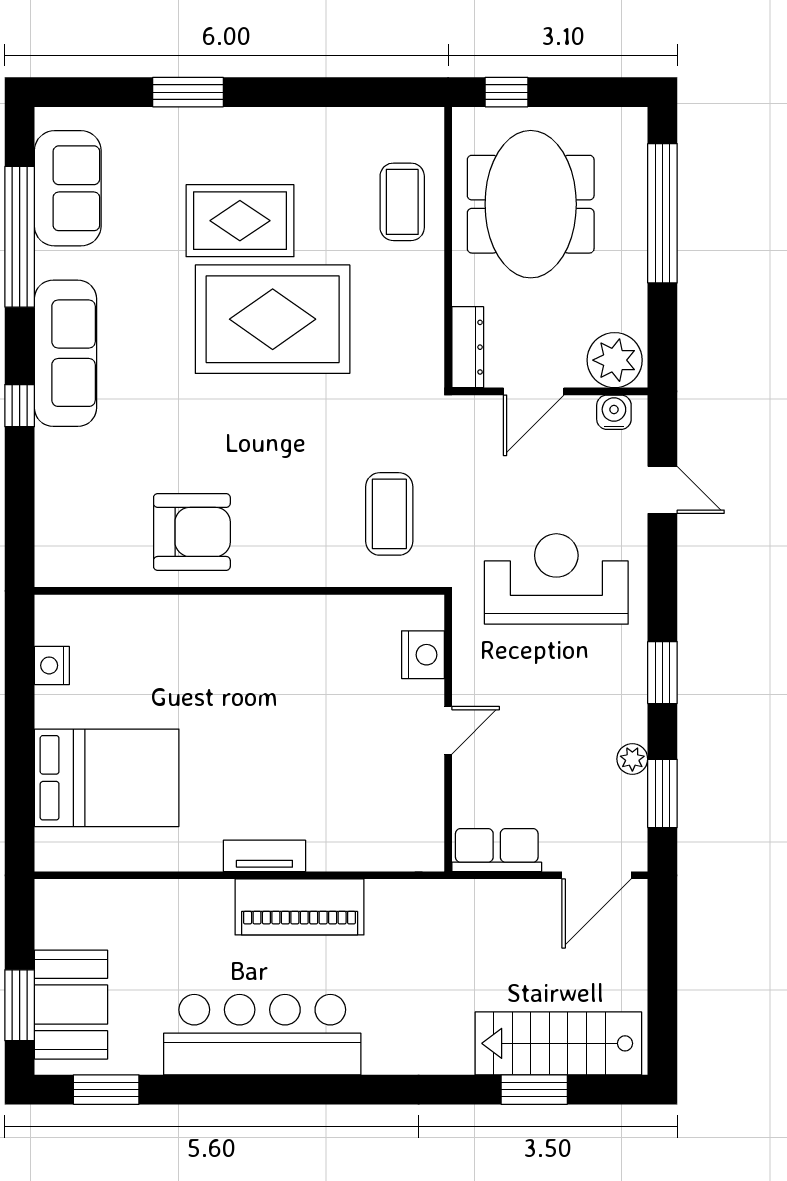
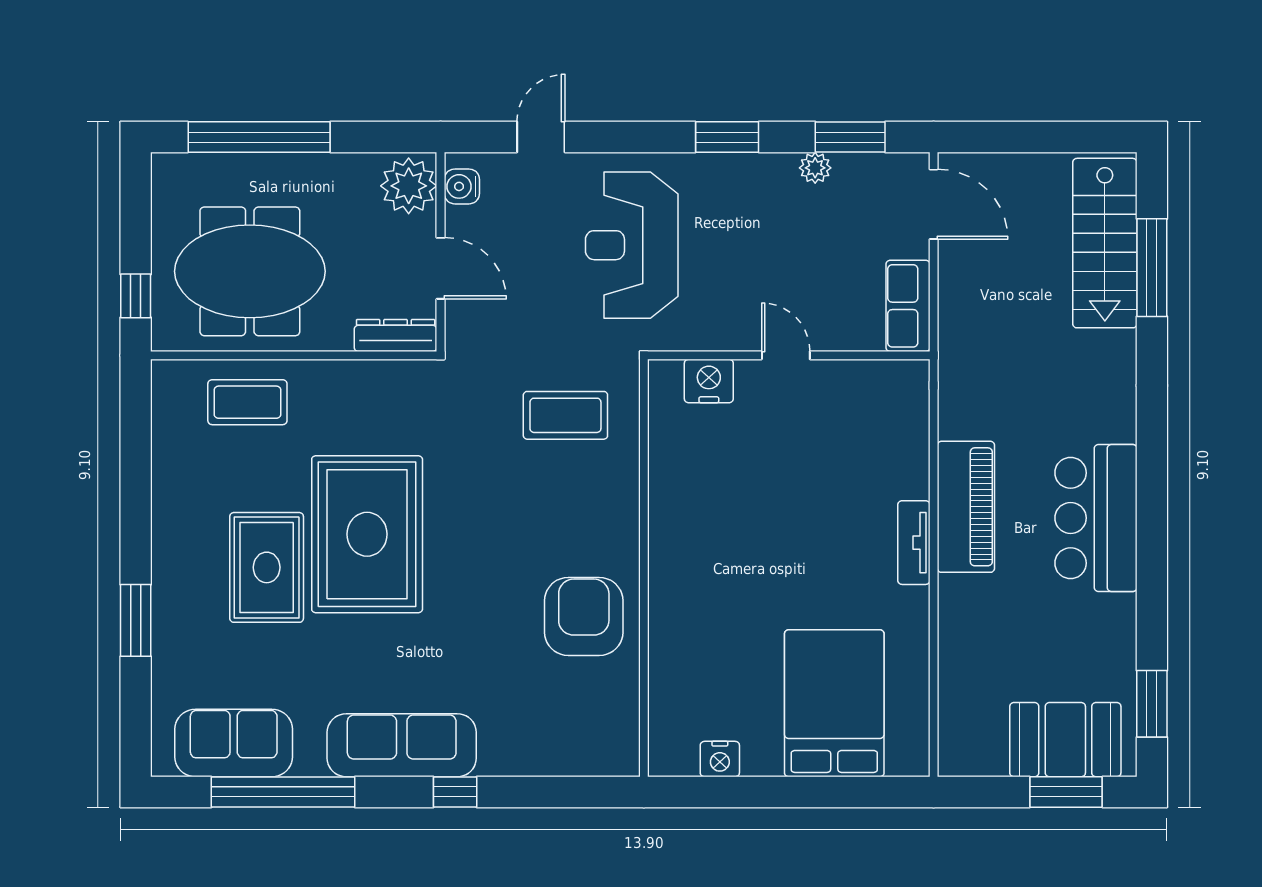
bar counter: (262, 1035) -> (1096, 518), width x0.73
window: (534, 1090) -> (1152, 268), width x1.44

